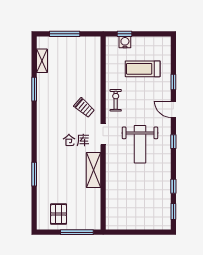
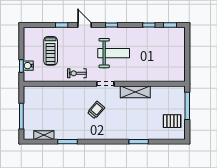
trolley: (84, 108) -> (96, 110), moved
door: (173, 109) -> (84, 25), swing flipped

